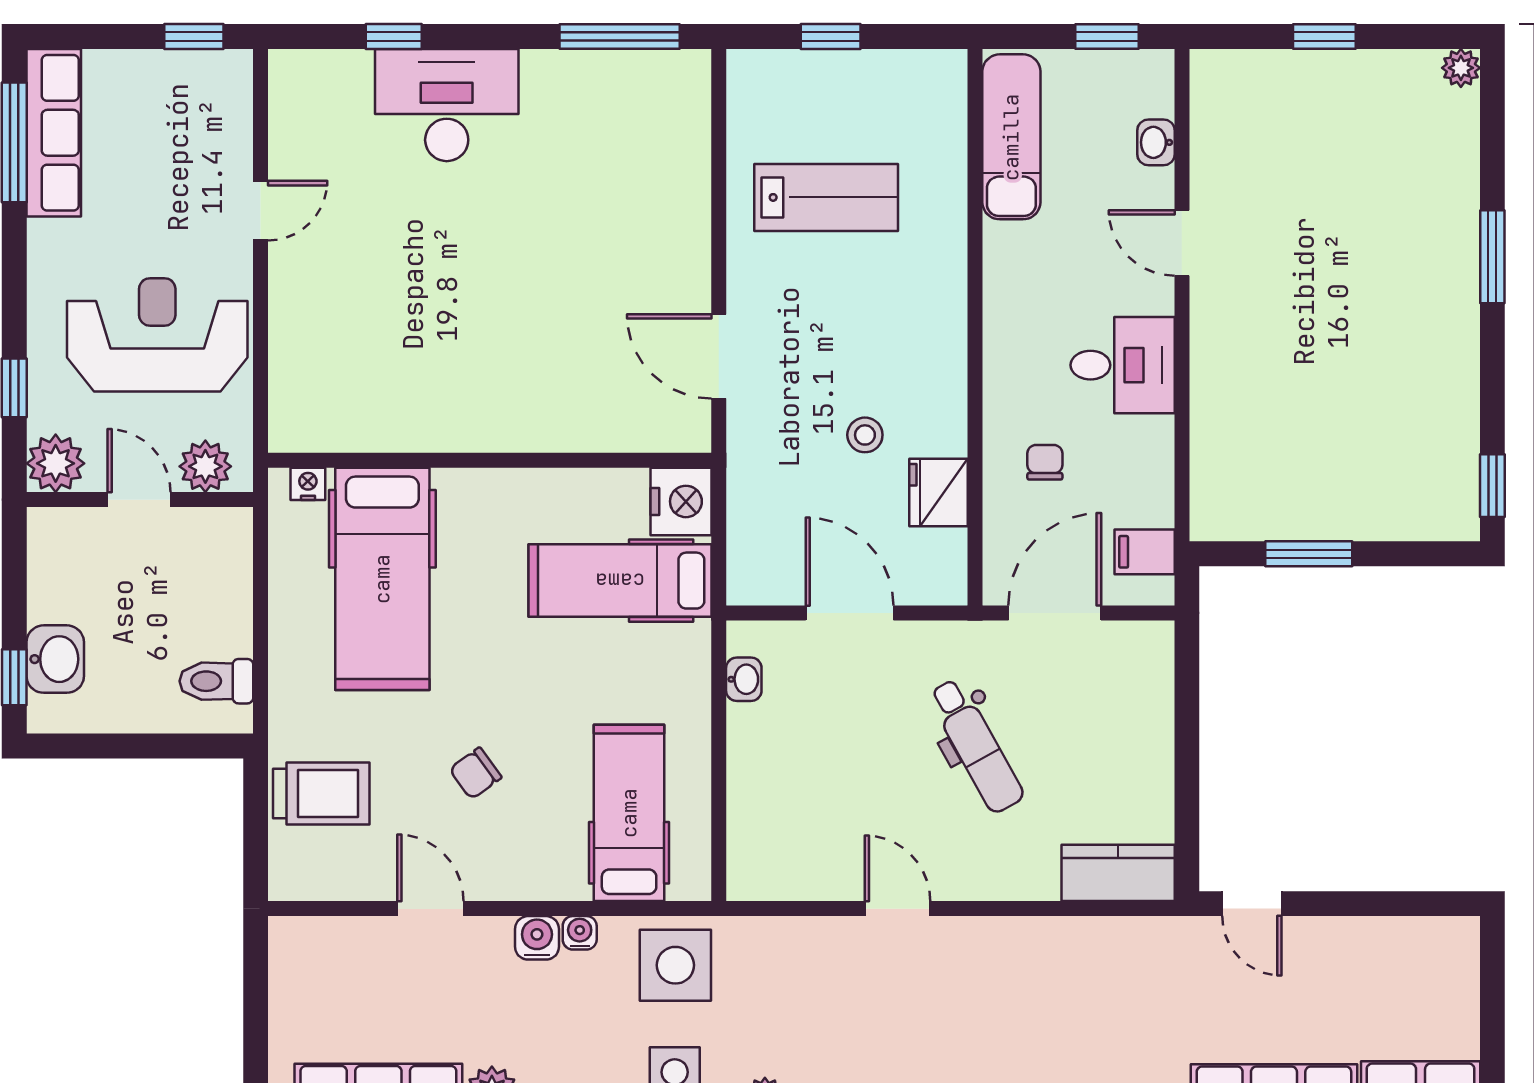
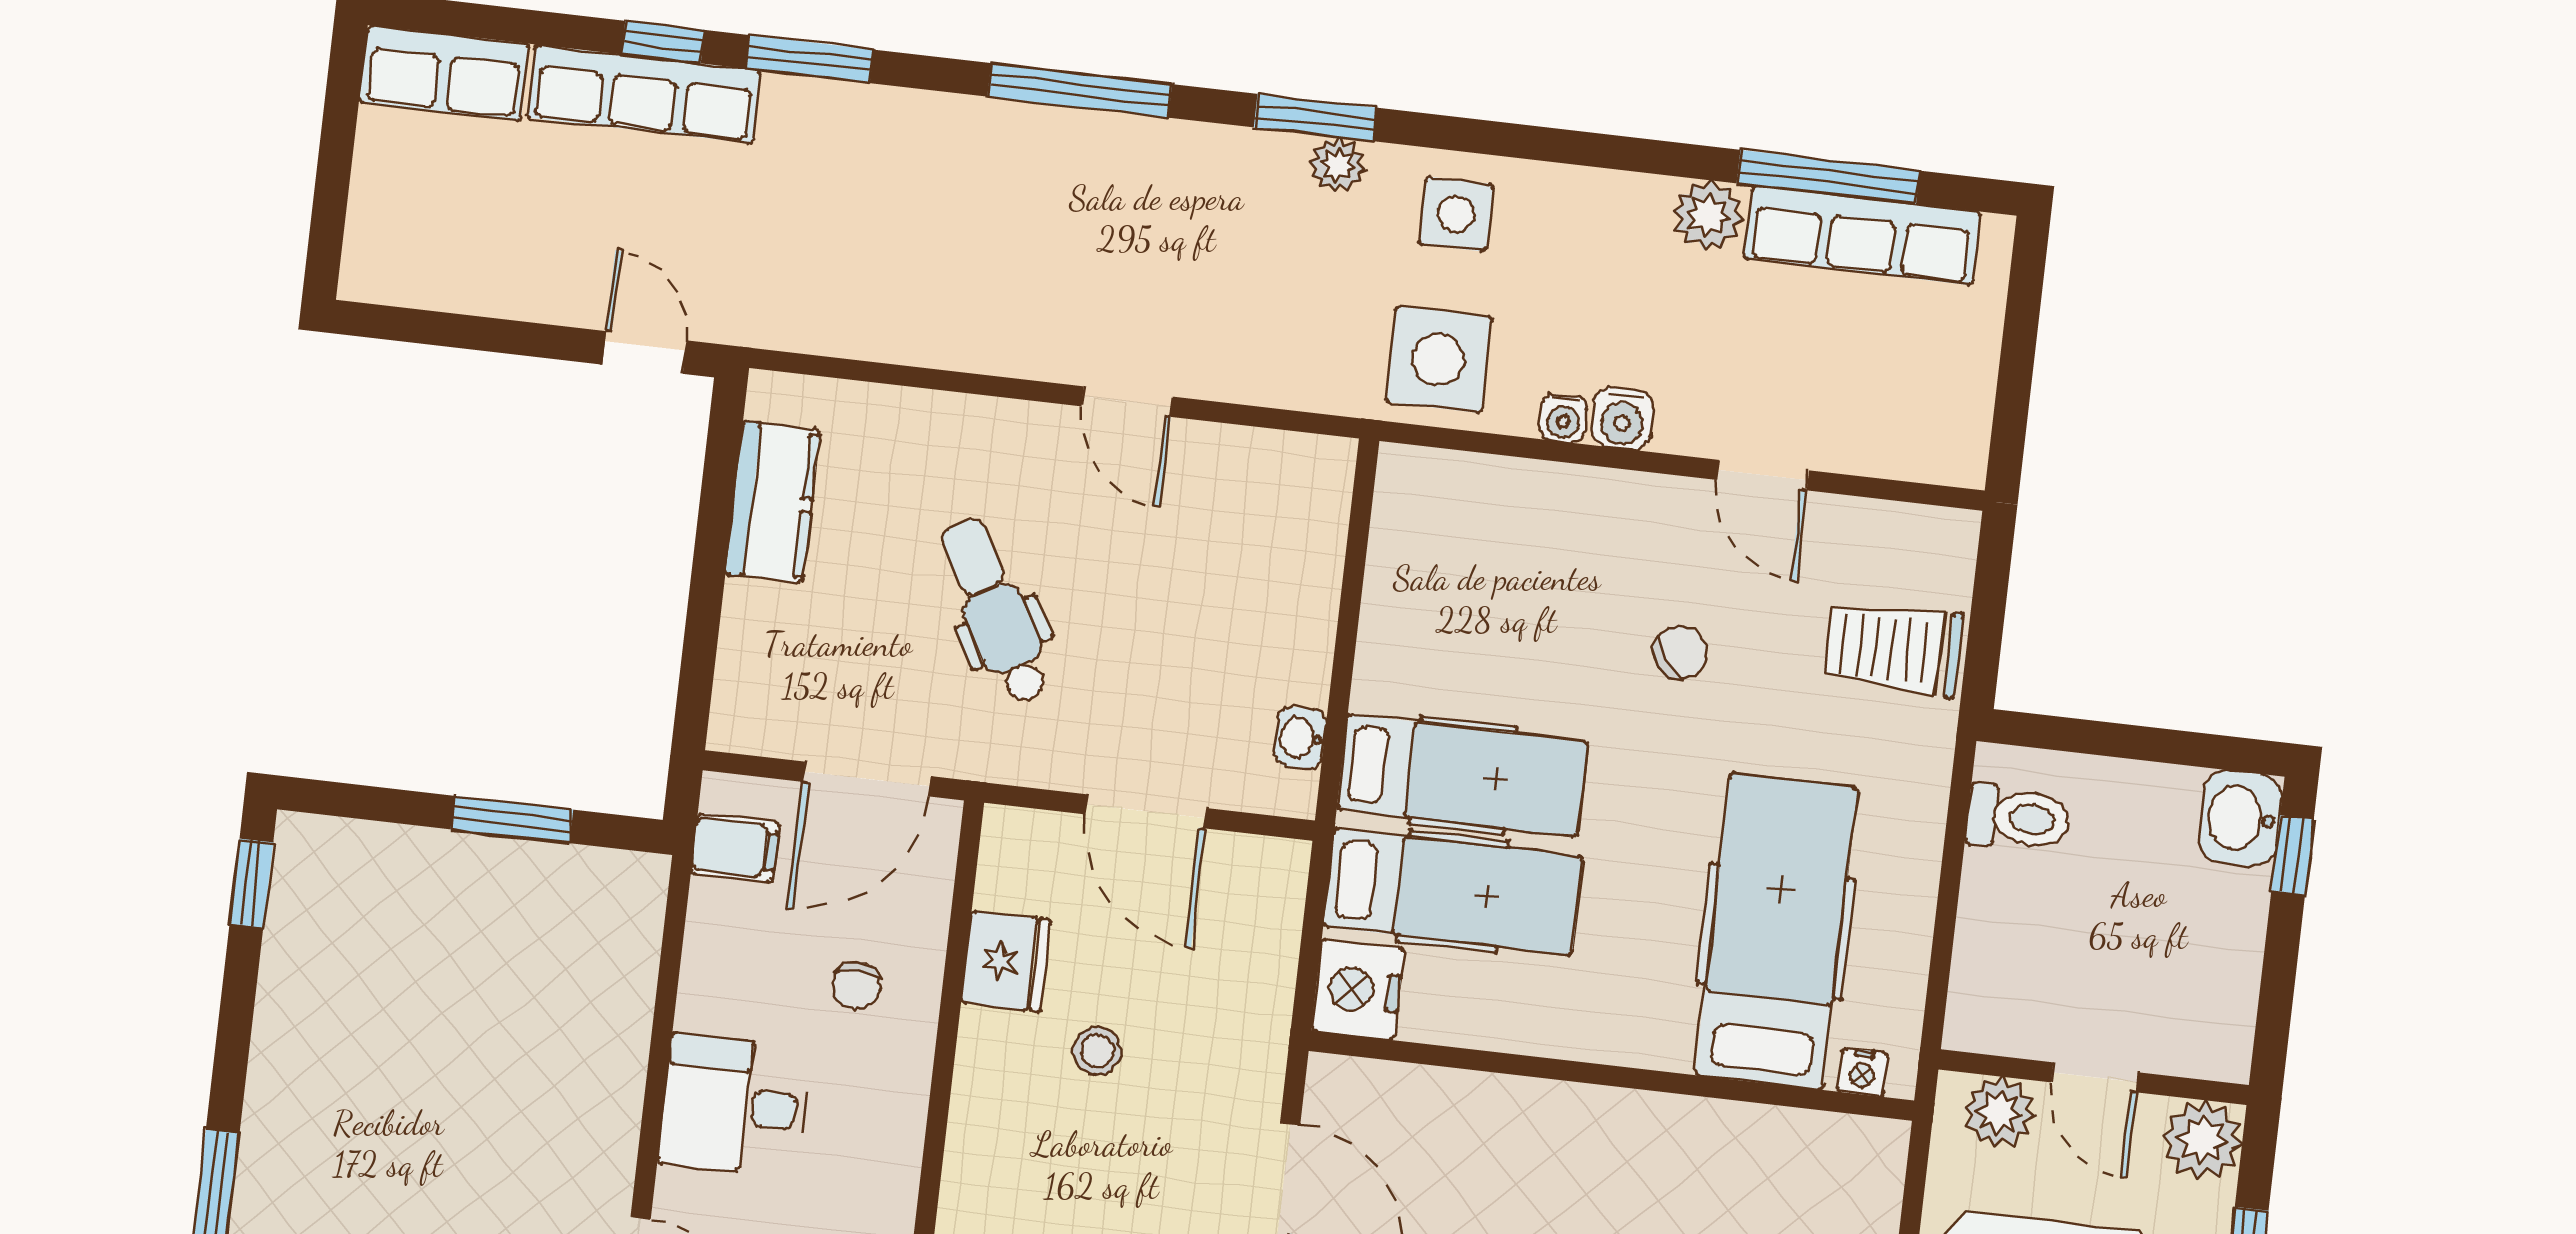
washbasin: (55, 659) -> (2240, 818), moved
hospital bed: (629, 813) -> (1462, 775), moved, turned -90
kitchen counter: (1118, 873) -> (773, 502), moved, turned -90

